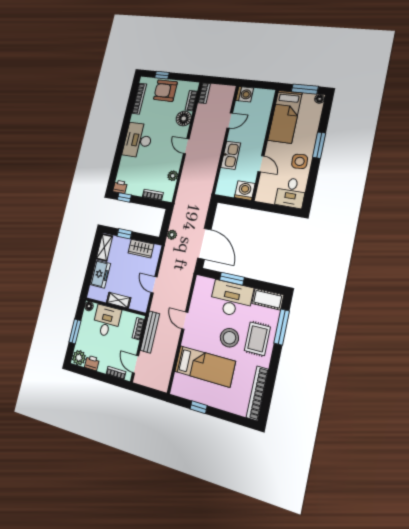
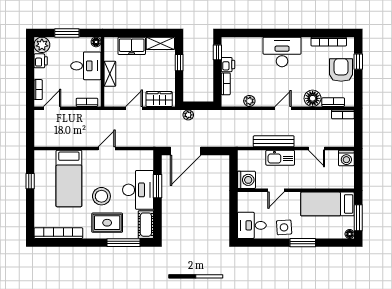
printer: (120, 187) -> (228, 65), moved
wardrobe: (141, 249) -> (159, 99), moved, turned 90
bench: (150, 332) -> (274, 141), moved

